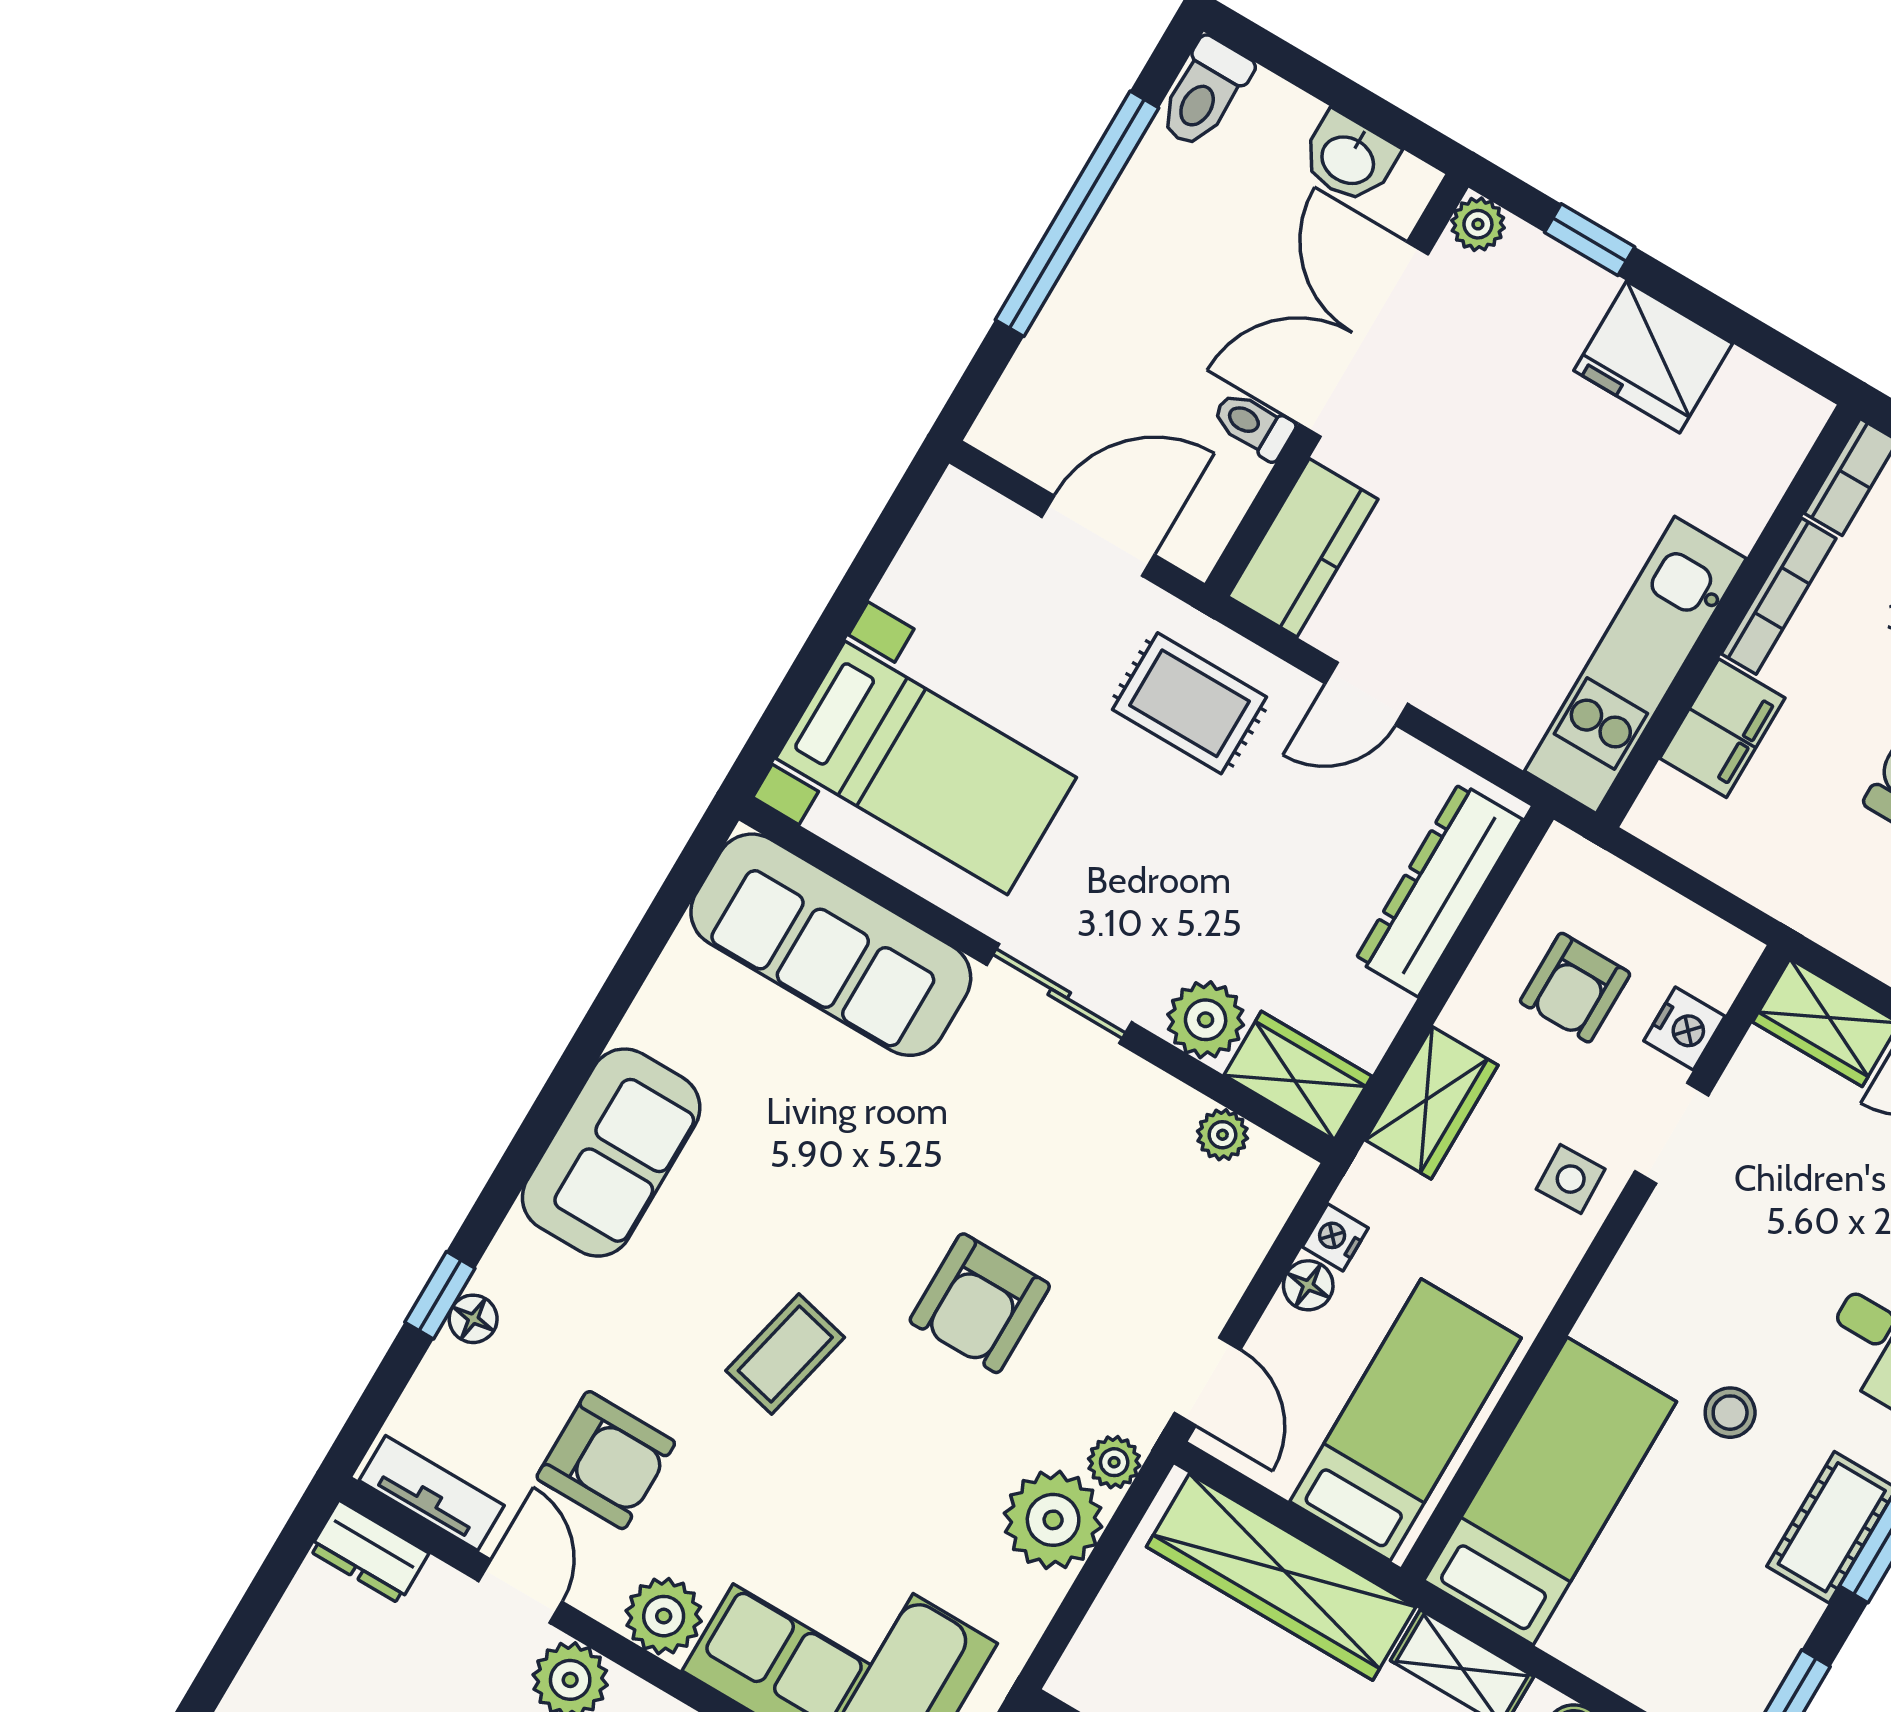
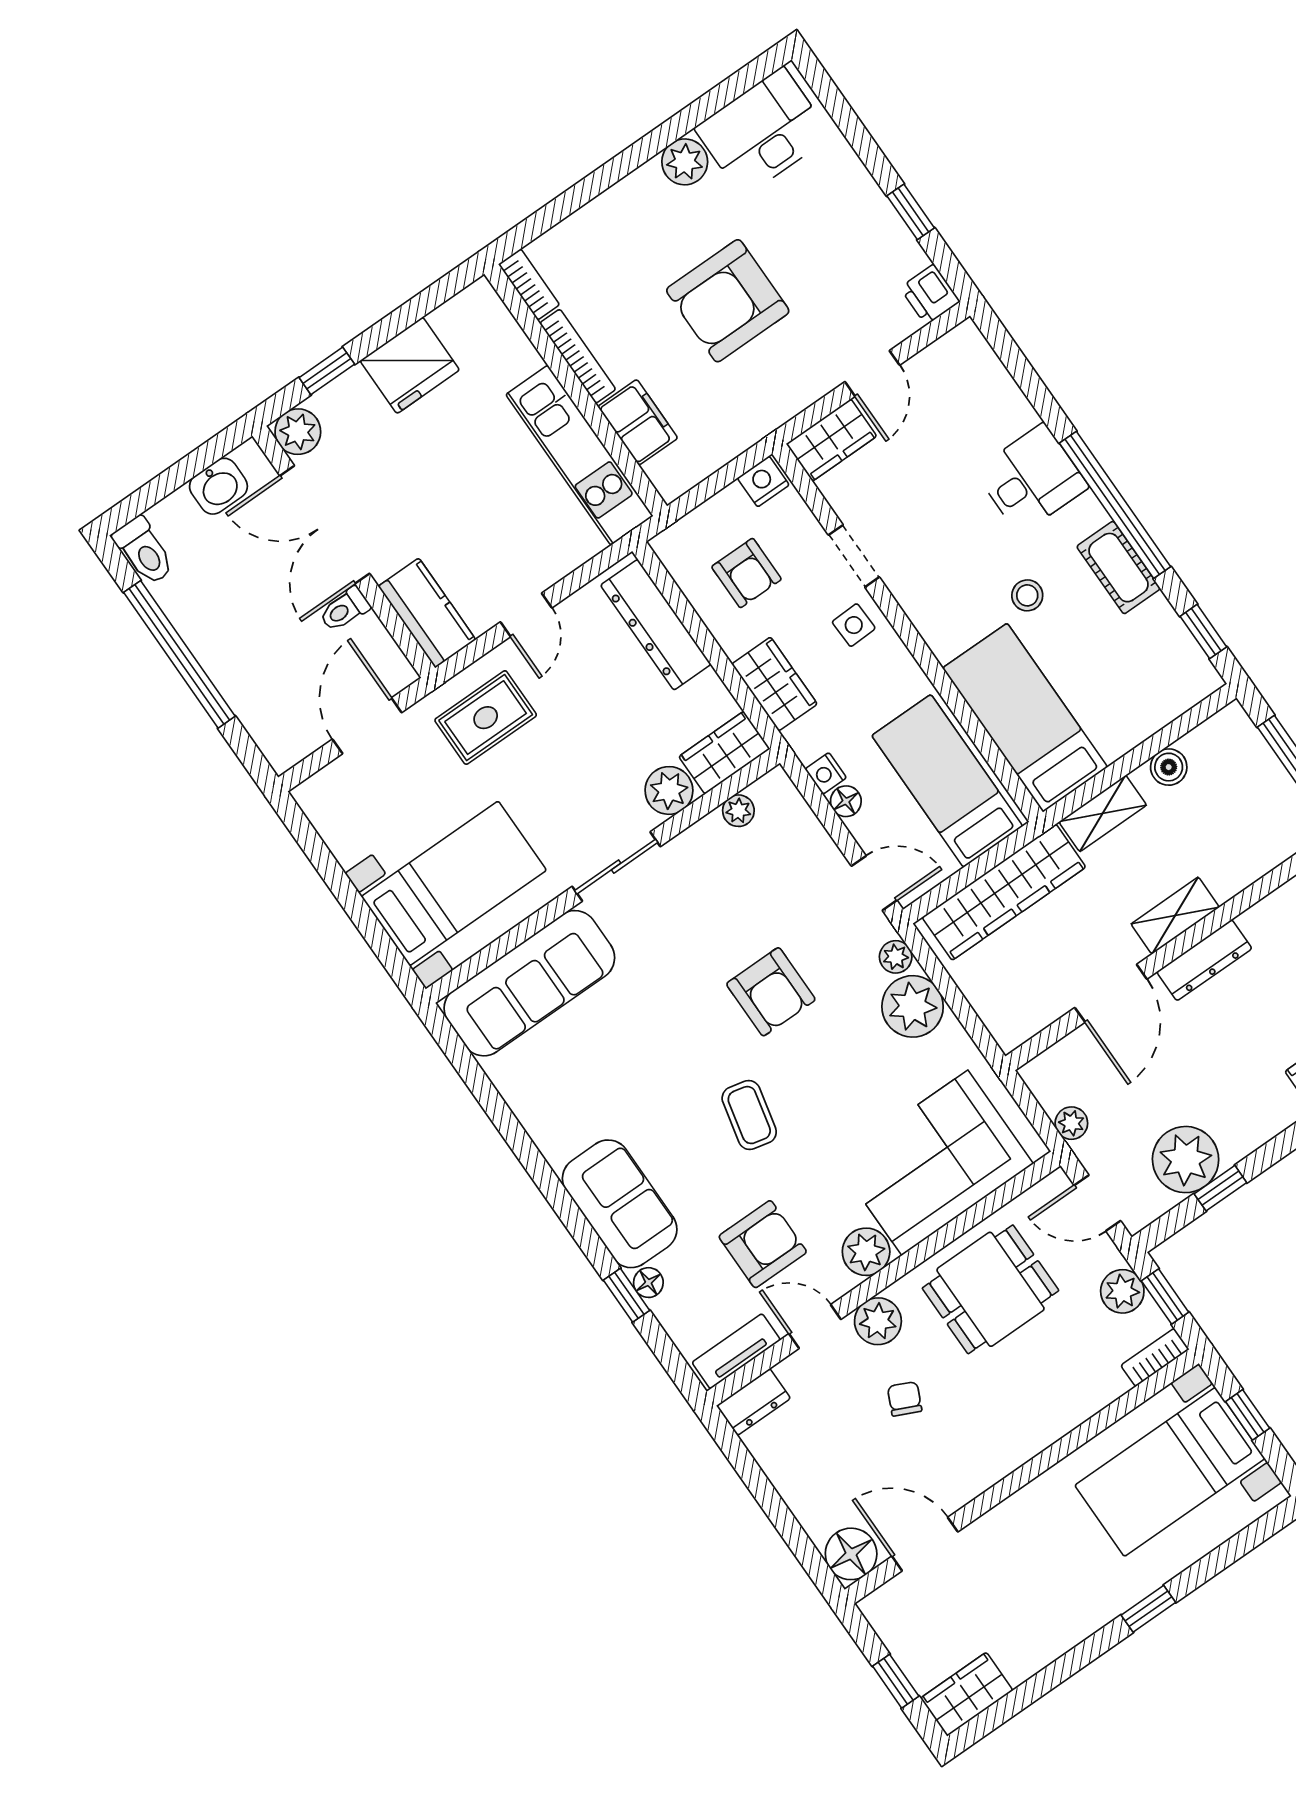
plant: (1478, 224) -> (298, 432), width x1.38, depth x1.38
nightstand: (1684, 1028) -> (763, 481), moved, turned -90
sofa: (611, 1153) -> (620, 1204), moved

